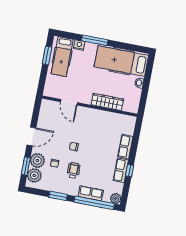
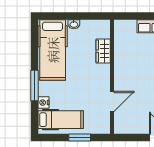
window: (47, 55) -> (80, 137), moved
wardrobe: (107, 102) -> (103, 51), width x0.67

